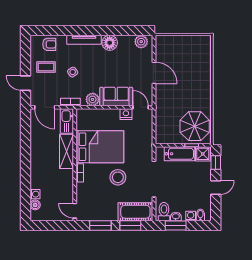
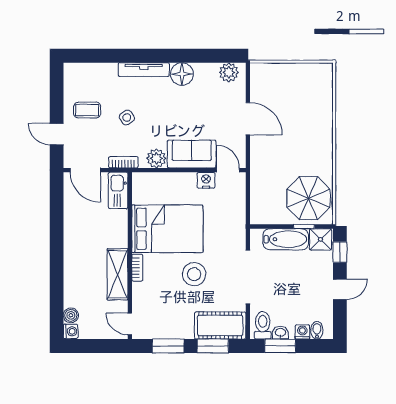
armchair: (49, 44) -> (92, 76), removed
shelving: (66, 151) -> (118, 274), moved
washing machine: (35, 194) -> (71, 331), moved

